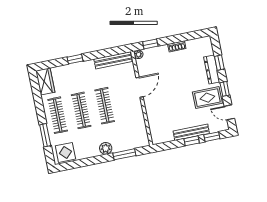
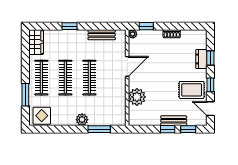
bench: (113, 60) -> (102, 35), width x0.73
dresser: (212, 70) -> (201, 59), width x0.70
plant: (155, 115) -> (137, 97), added
bench: (191, 132) -> (174, 121), width x0.73

